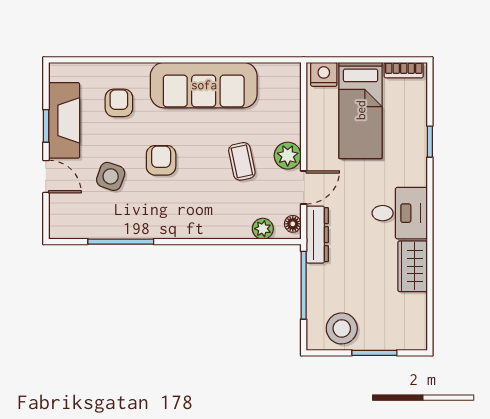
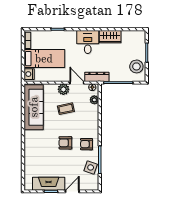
sofa: (204, 85) -> (34, 107), moved
armchair: (119, 103) -> (87, 144), moved
side table: (111, 176) -> (91, 167), moved

